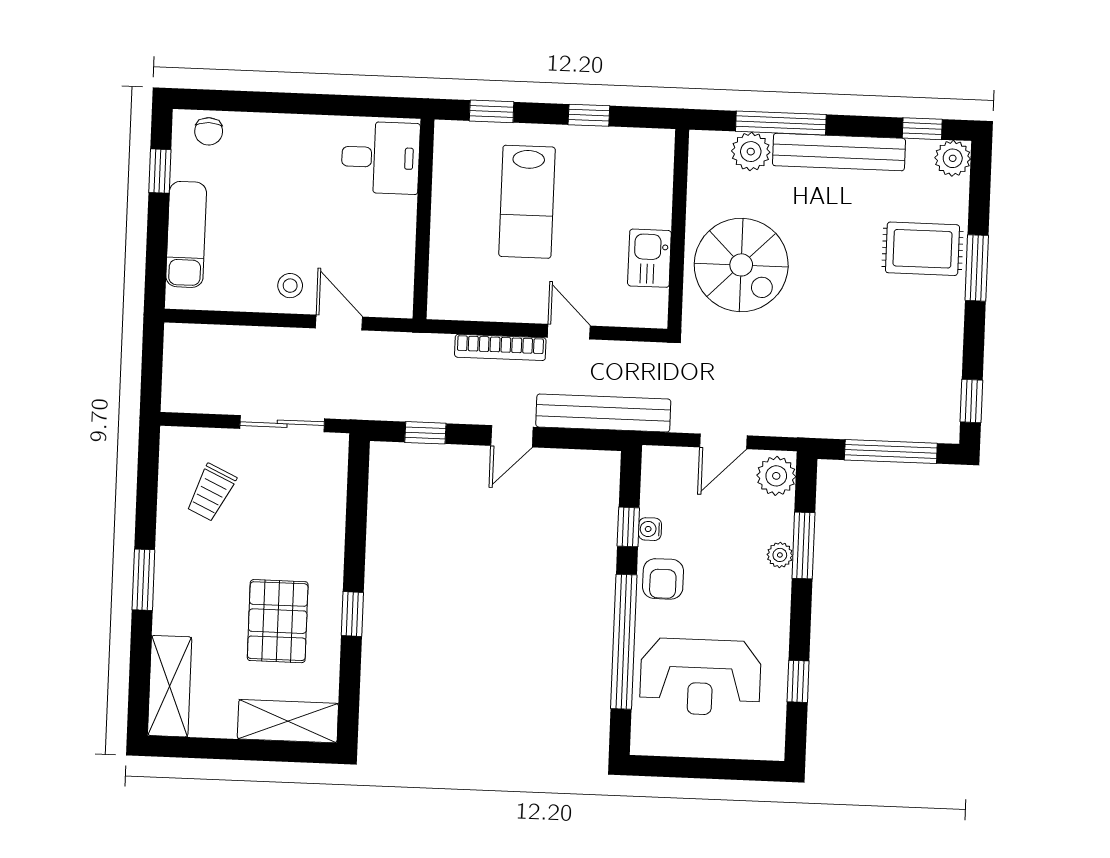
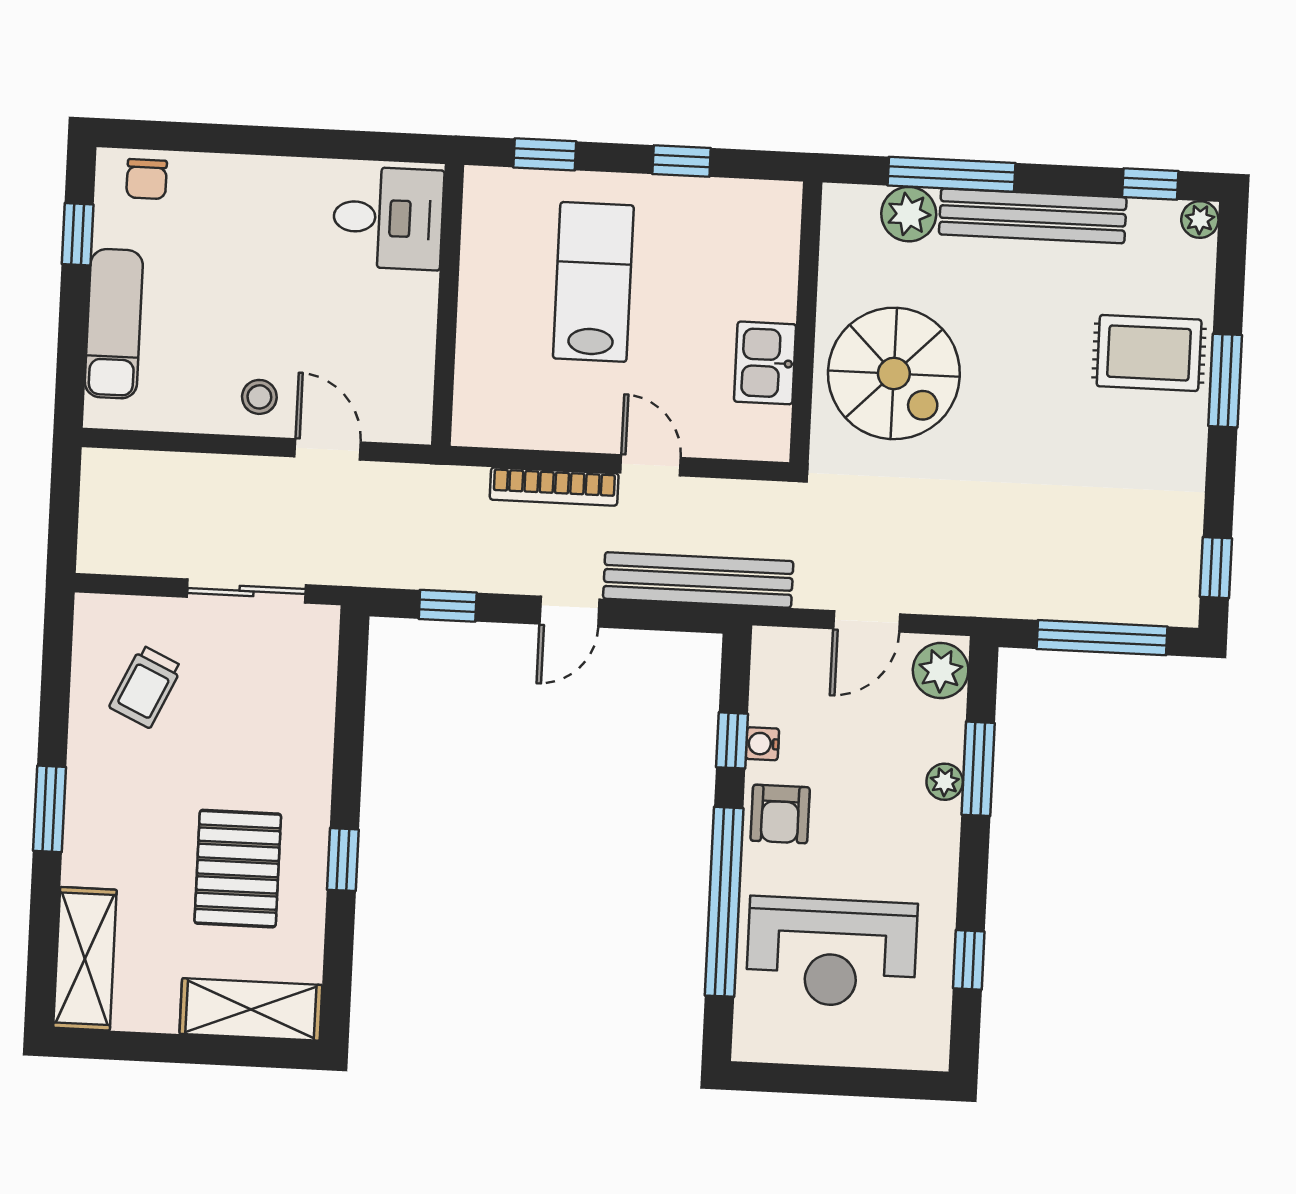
plant: (953, 158) -> (1200, 219), width x0.73, depth x0.73
lab bench: (527, 202) -> (593, 282), turned 180

